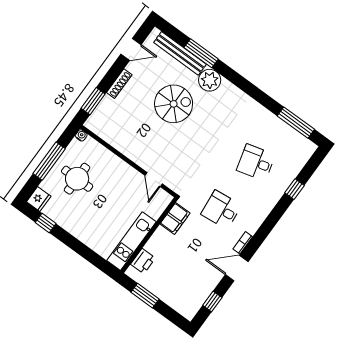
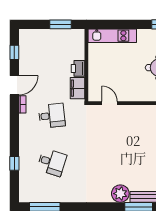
spiral stairs: (174, 104) -> (132, 161), removed
desk: (256, 162) -> (52, 162), turned 33
kitchen unit: (131, 241) -> (112, 36), moved, turned 90
printer: (143, 261) -> (78, 68), moved

